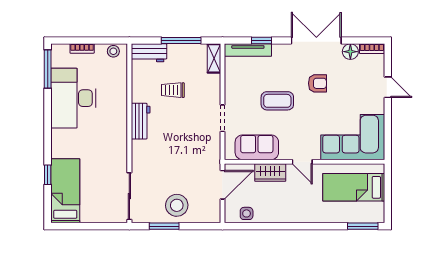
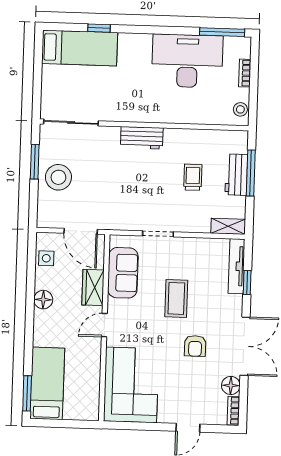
window: (181, 41) -> (251, 173), moved
workbench: (149, 53) -> (236, 175), moved
workbench: (141, 121) -> (142, 138), moved
bed: (354, 187) -> (47, 383), moved
floor lamp: (282, 215) -> (43, 300), added

